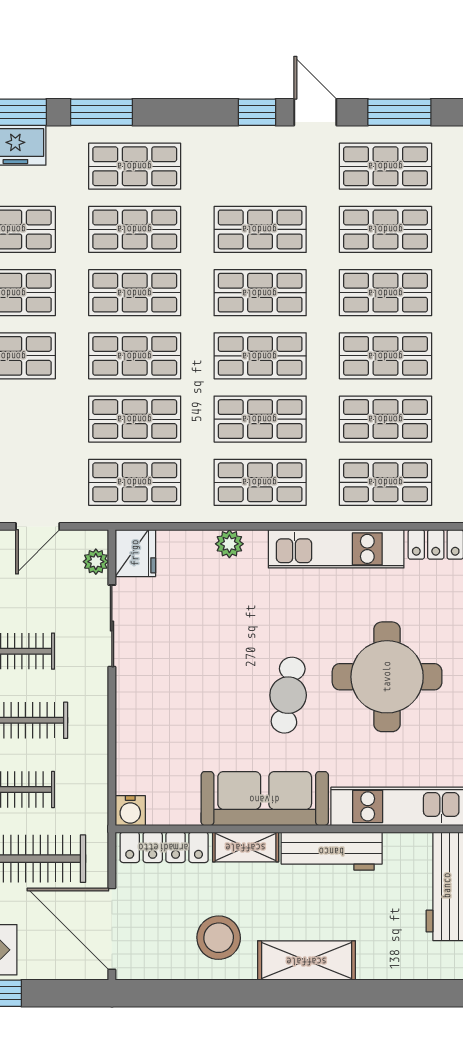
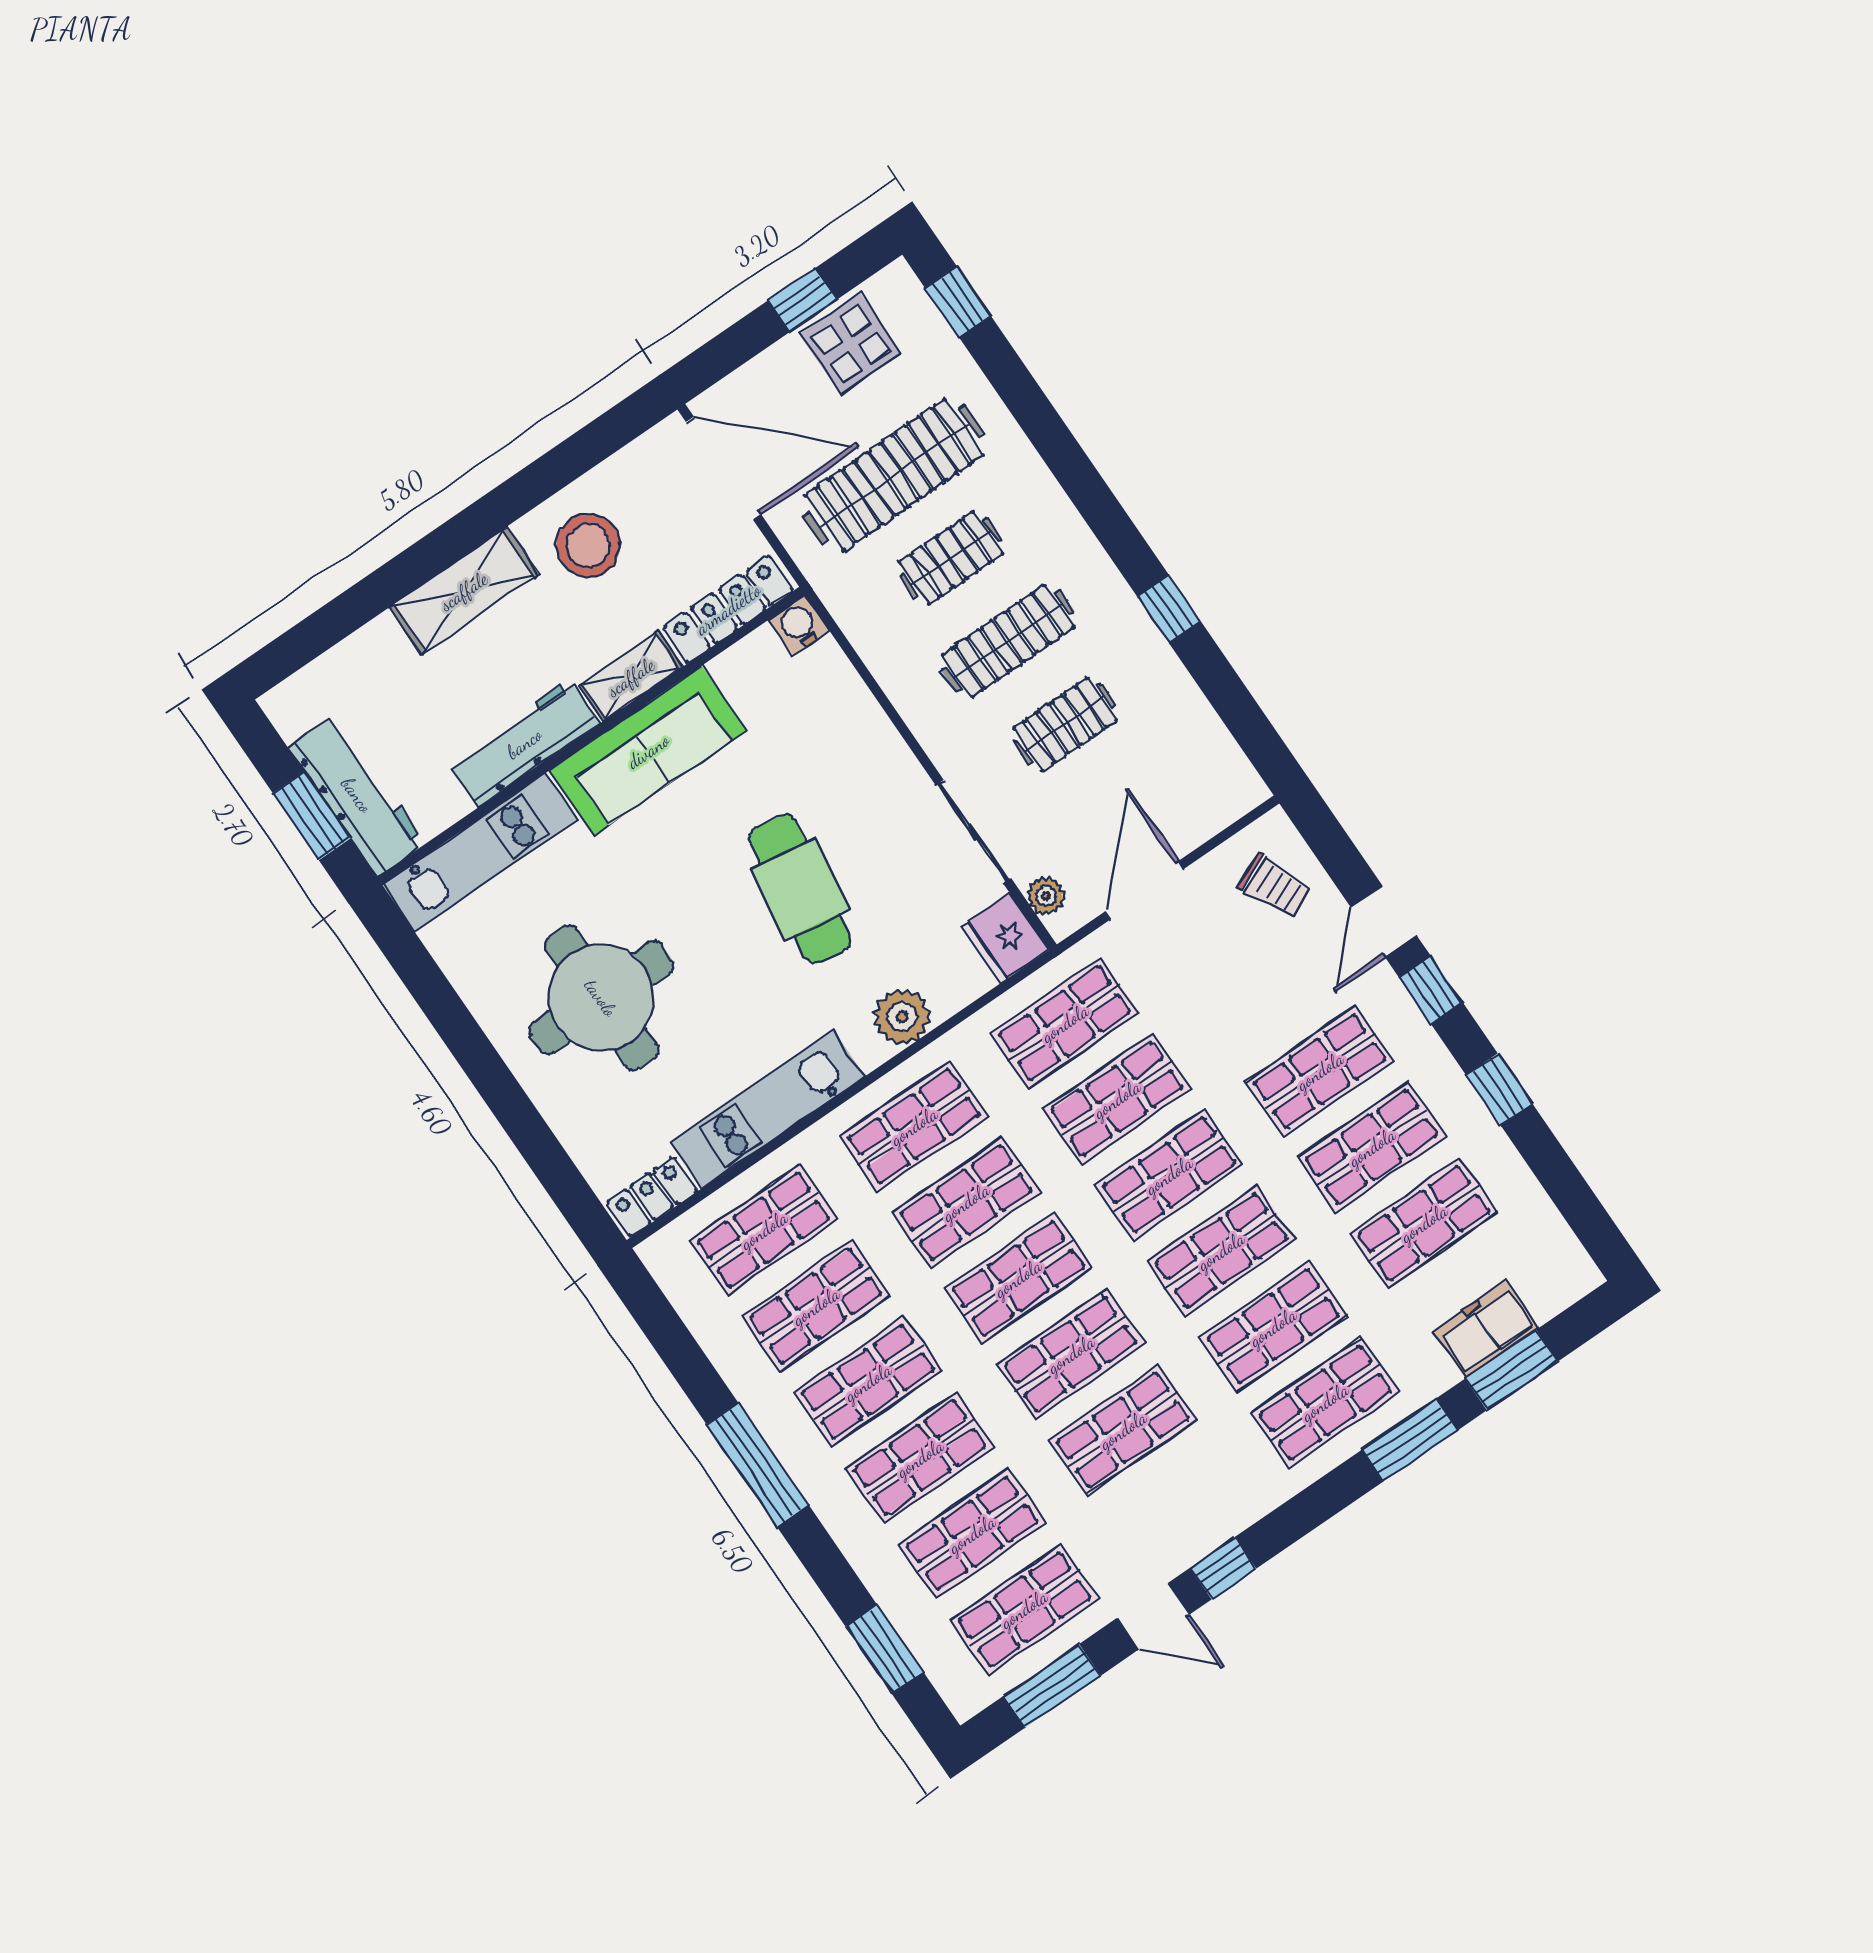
door: (38, 526) -> (1145, 890), width x1.37
plant: (229, 544) -> (902, 1017), width x1.38, depth x1.38
cafe table: (288, 695) -> (800, 889), moved, width x1.37, depth x1.35

